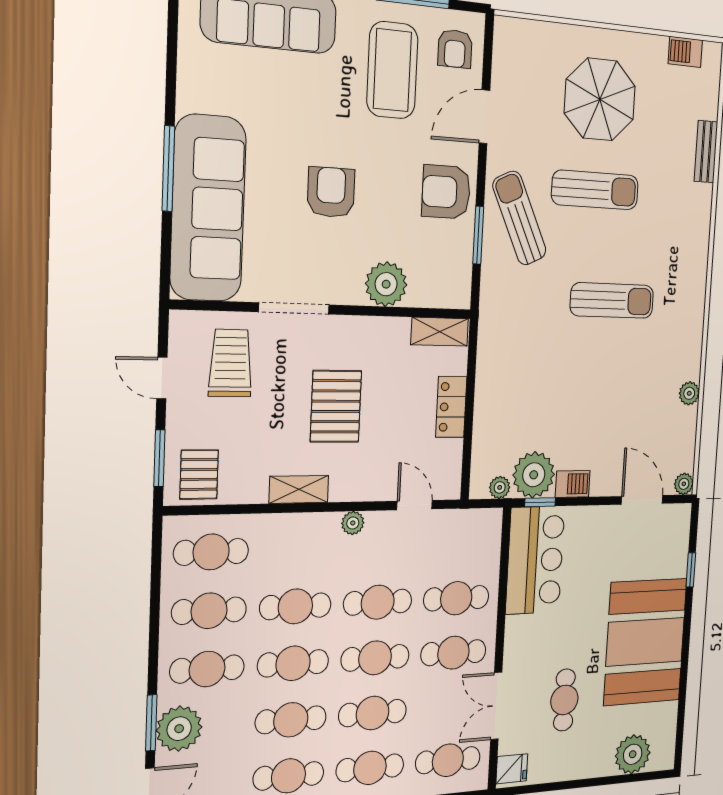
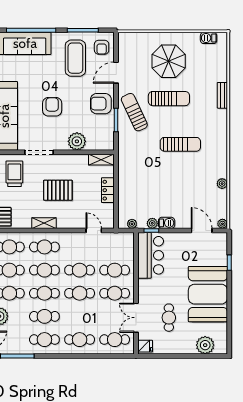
bench: (706, 152) -> (222, 95), moved
pallet: (336, 406) -> (58, 190), turned 90
plant: (534, 475) -> (152, 223), width x0.53, depth x0.53
plant: (353, 523) -> (67, 237), removed
cafe table: (373, 713) -> (44, 247), moved

